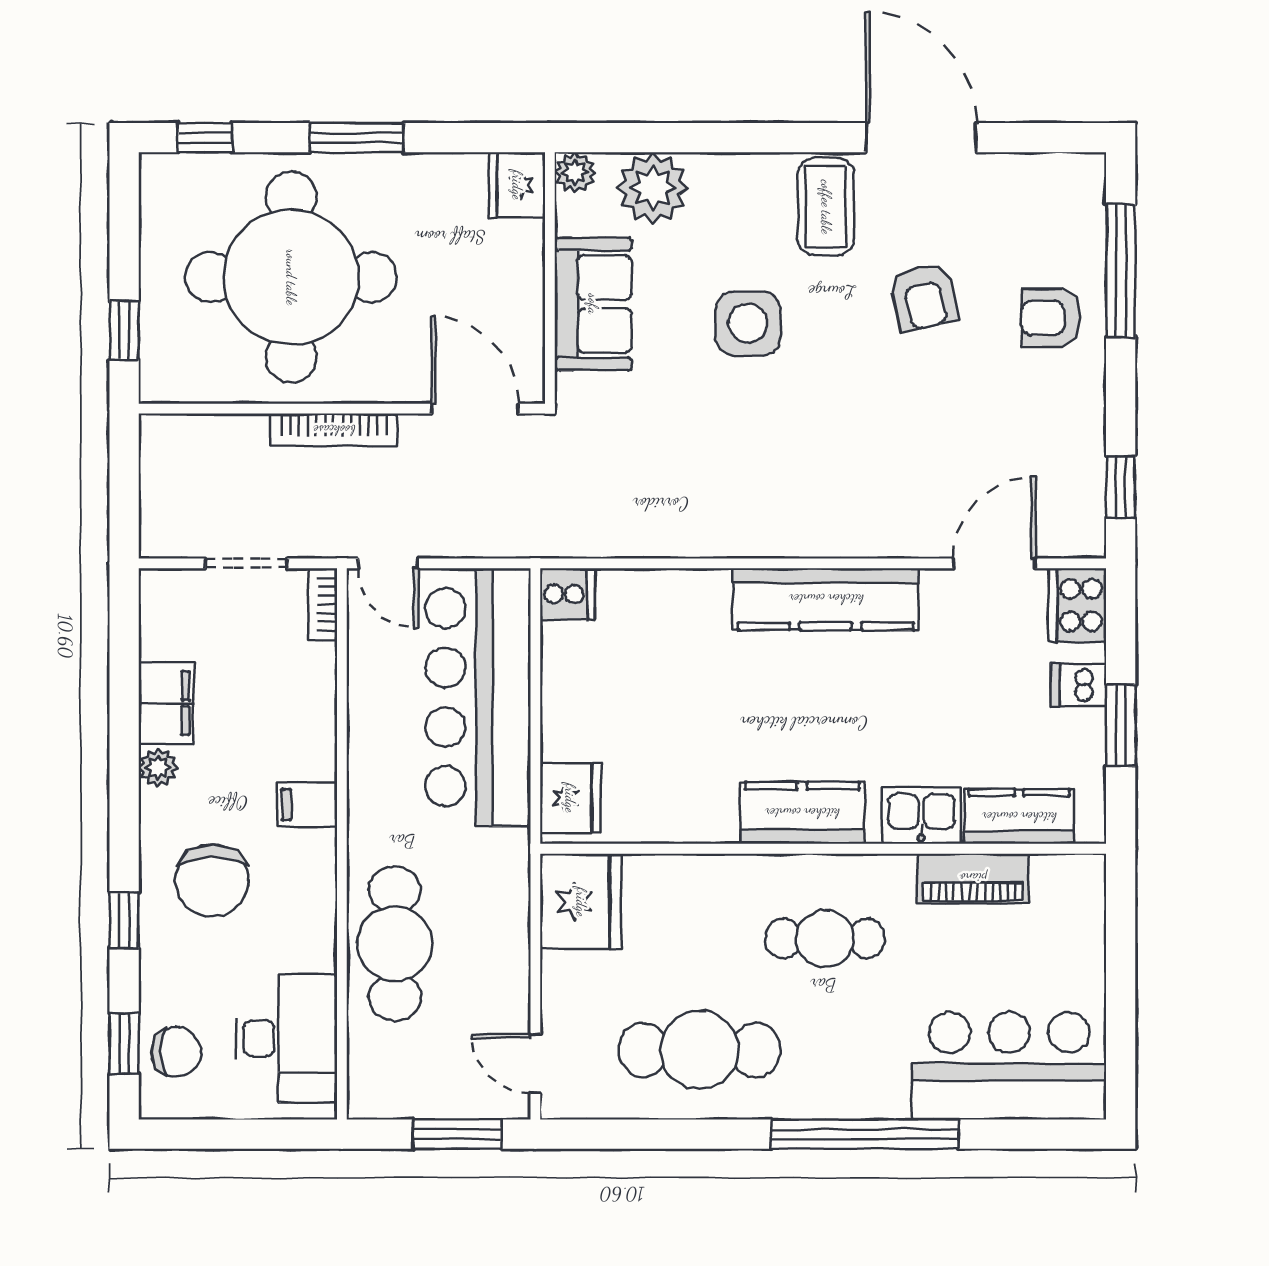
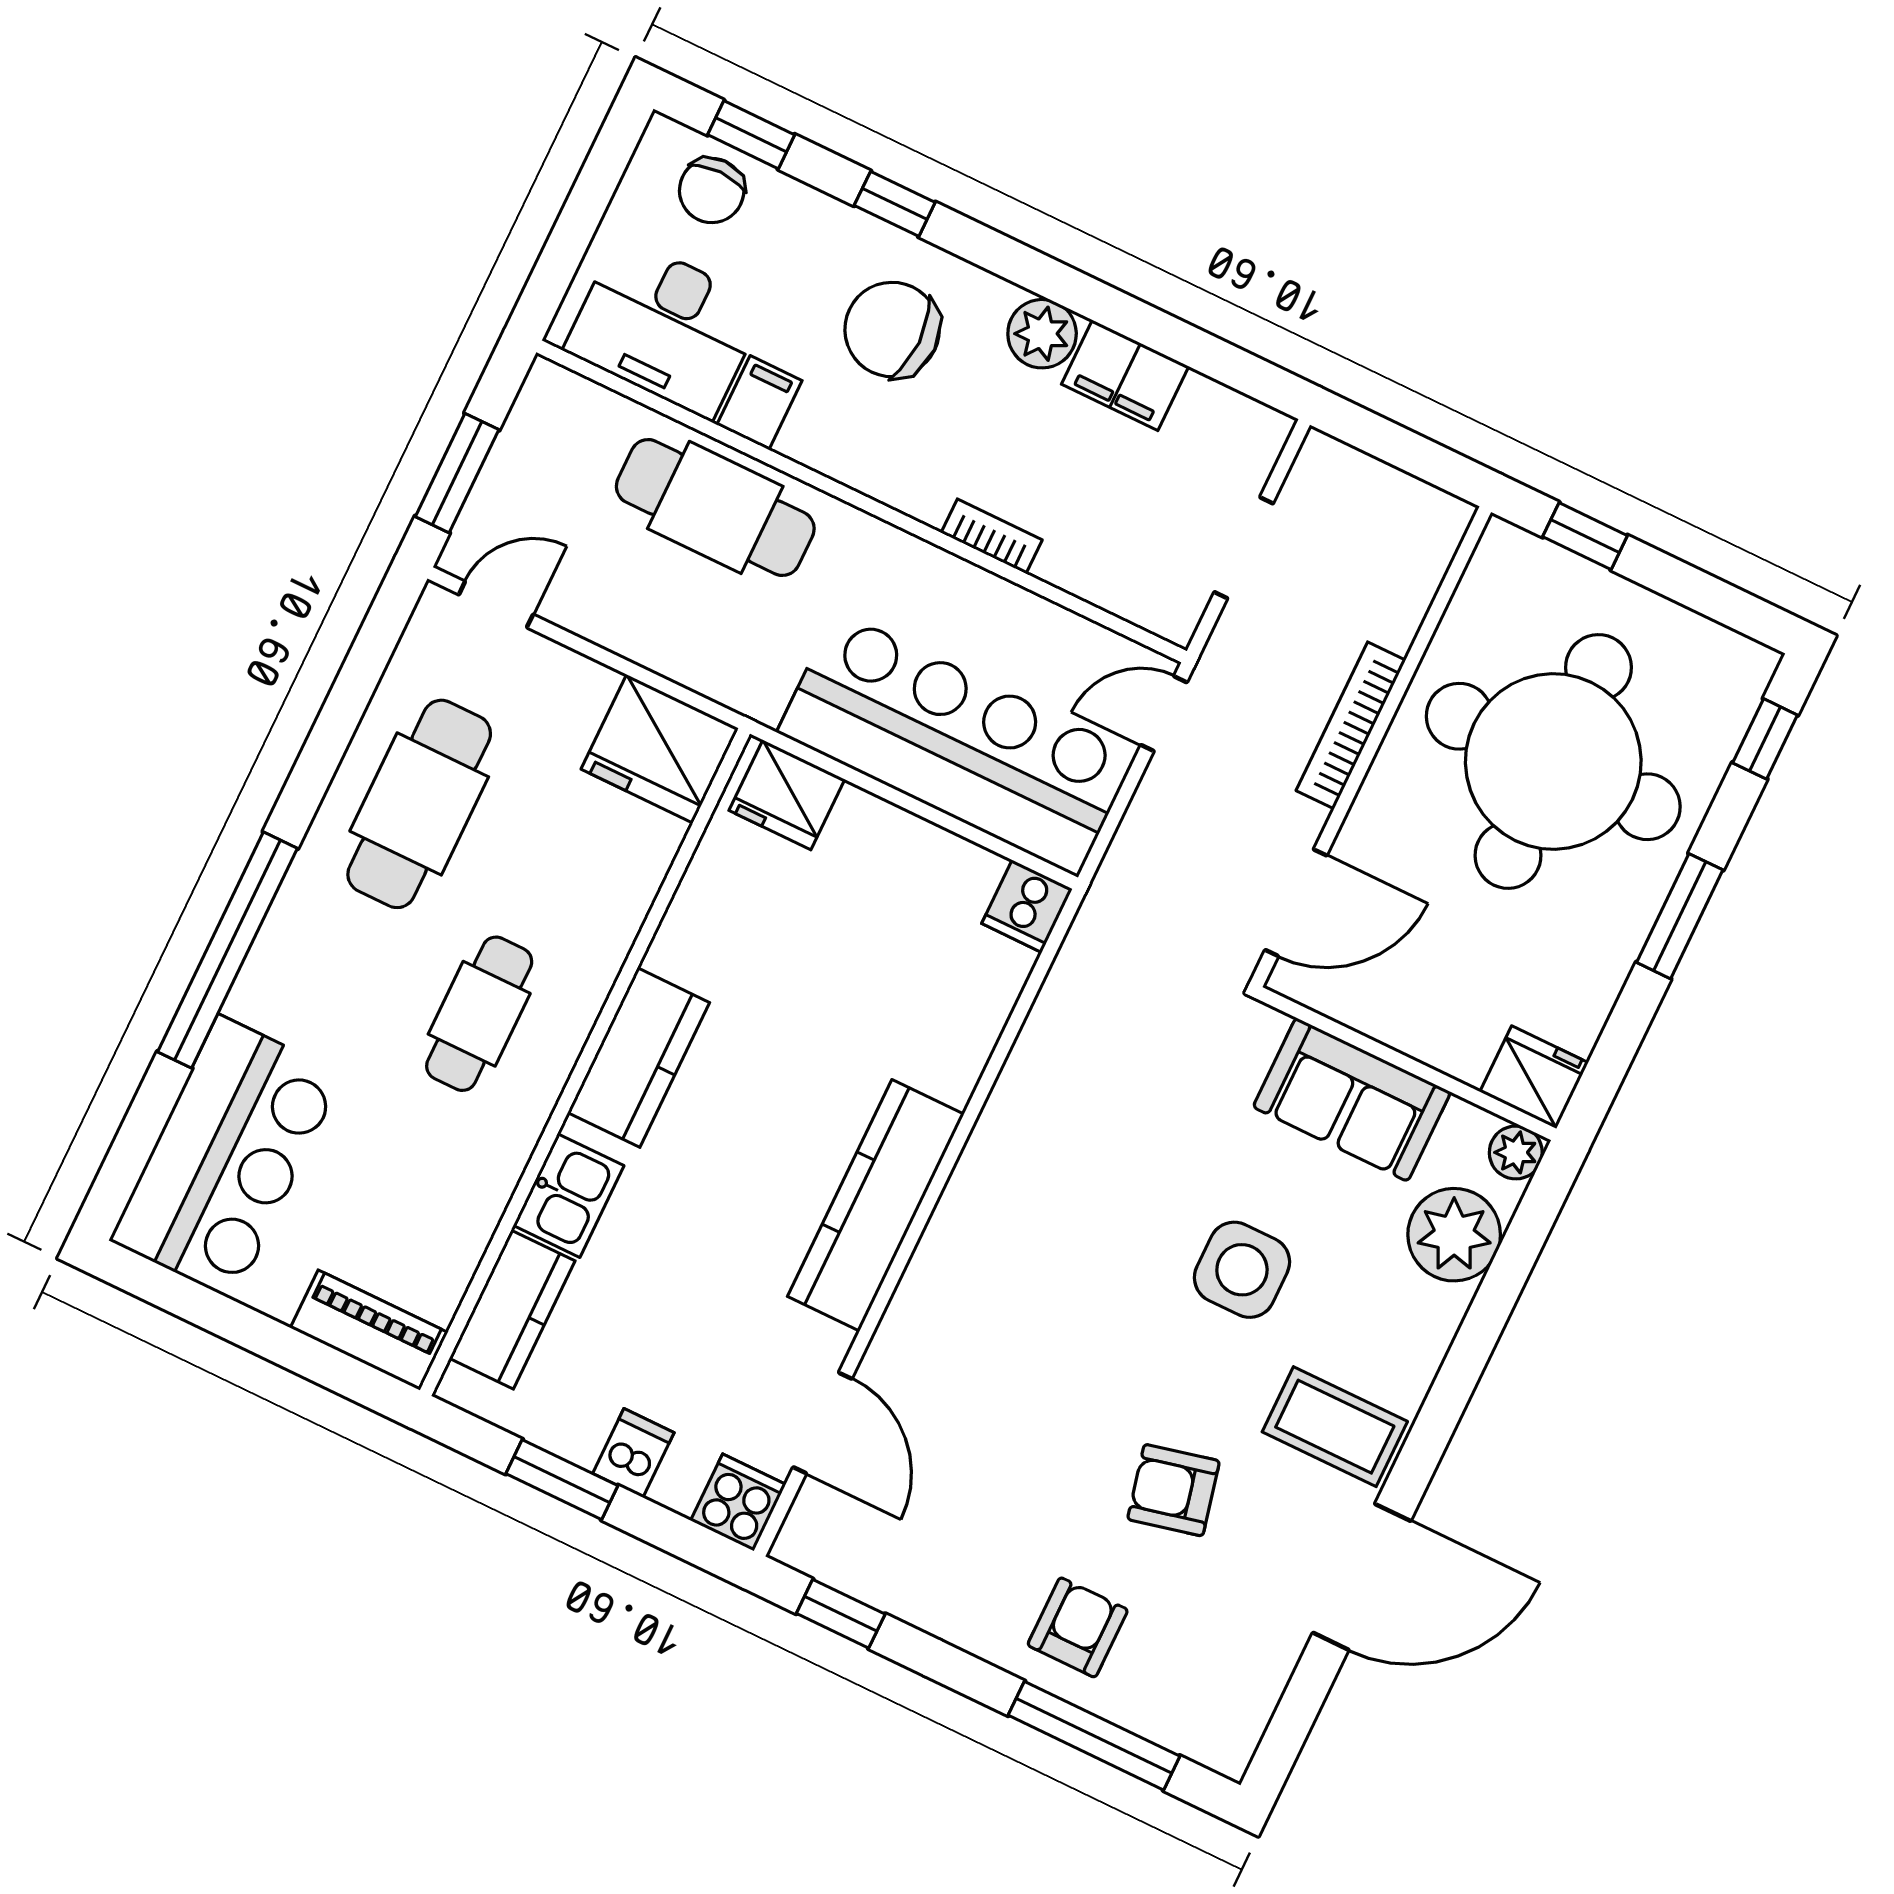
bookcase: (323, 605) -> (992, 536), moved
cooker: (1078, 605) -> (738, 1502), width x0.73
plant: (158, 768) -> (1042, 334), width x1.38, depth x1.38
filing cabinet: (307, 805) -> (759, 403), moved
piano: (973, 878) -> (369, 1330), moved, turned 90

